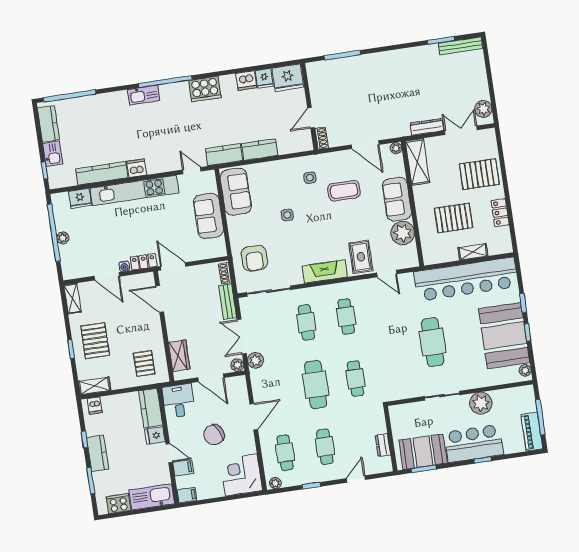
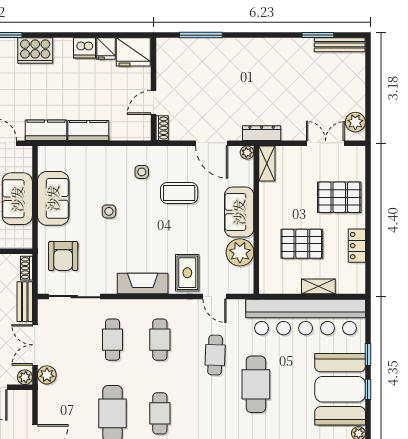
dresser: (427, 127) -> (262, 133), moved
shelving: (417, 162) -> (267, 163), width x0.67, depth x0.75
sofa: (236, 192) -> (53, 198), moved
cafe table: (395, 323) -> (215, 355), added

